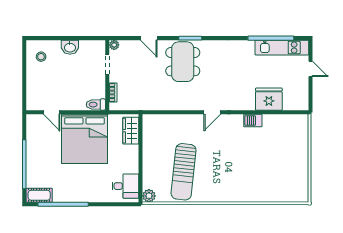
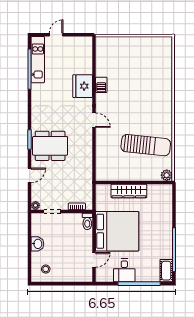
fridge: (269, 99) -> (83, 86), moved
wardrobe: (131, 131) -> (129, 191), moved, width x1.50
desk: (125, 186) -> (124, 270), moved, turned 180

